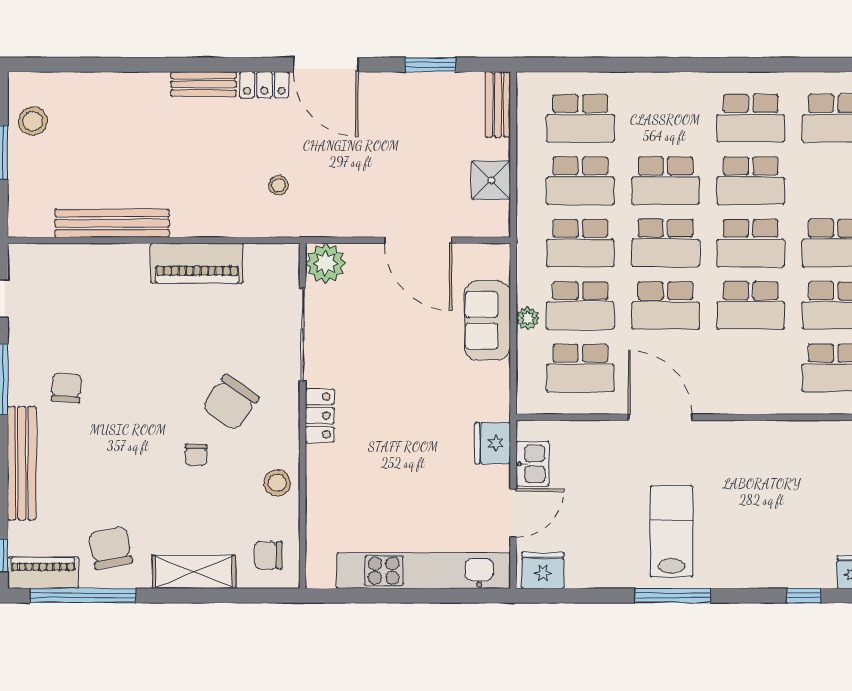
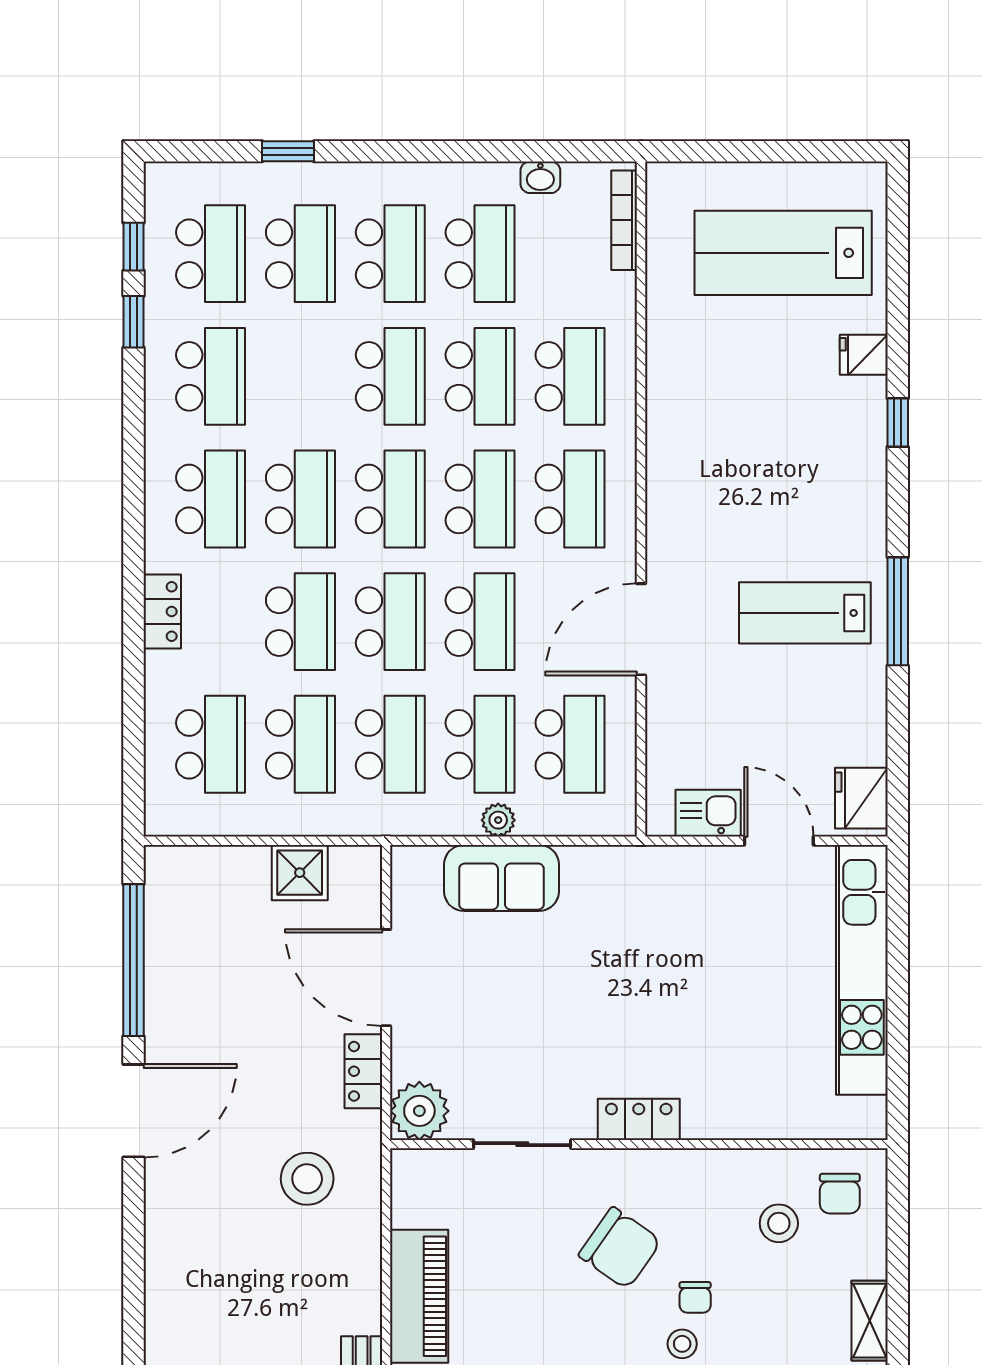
window: (430, 65) -> (133, 960), width x2.11
bench: (204, 84) -> (161, 1287), removed
locker: (264, 85) -> (363, 1071), moved, turned 180
locker: (673, 85) -> (162, 612), added
bench: (498, 105) -> (191, 863), removed
stool: (279, 185) -> (307, 1179), width x1.89, depth x1.89
door: (418, 240) -> (386, 978), swing flipped
sliding door: (303, 335) -> (522, 1144), width x0.73
school desk: (751, 368) -> (570, 499), added
fridge: (493, 443) -> (678, 870), removed
stool: (164, 446) -> (682, 1344), added
chair: (196, 455) -> (695, 1297), turned 90
stool: (277, 483) -> (779, 1223), moved
shelving: (194, 572) -> (870, 1321), width x0.67, depth x0.75

